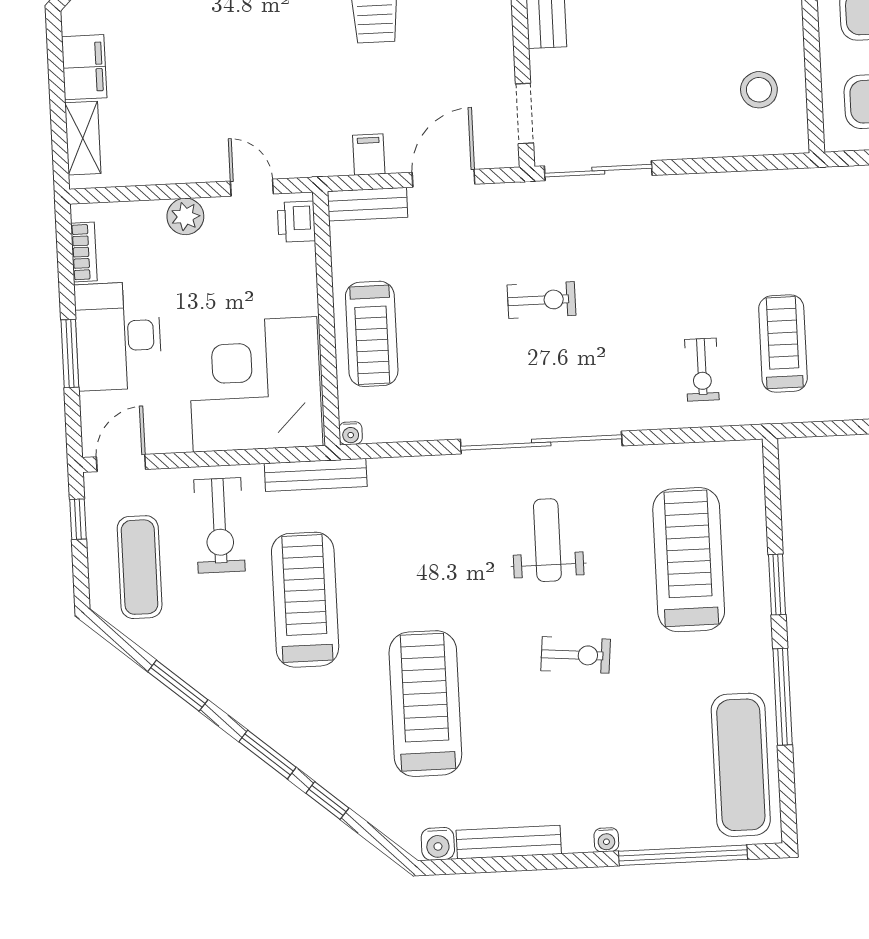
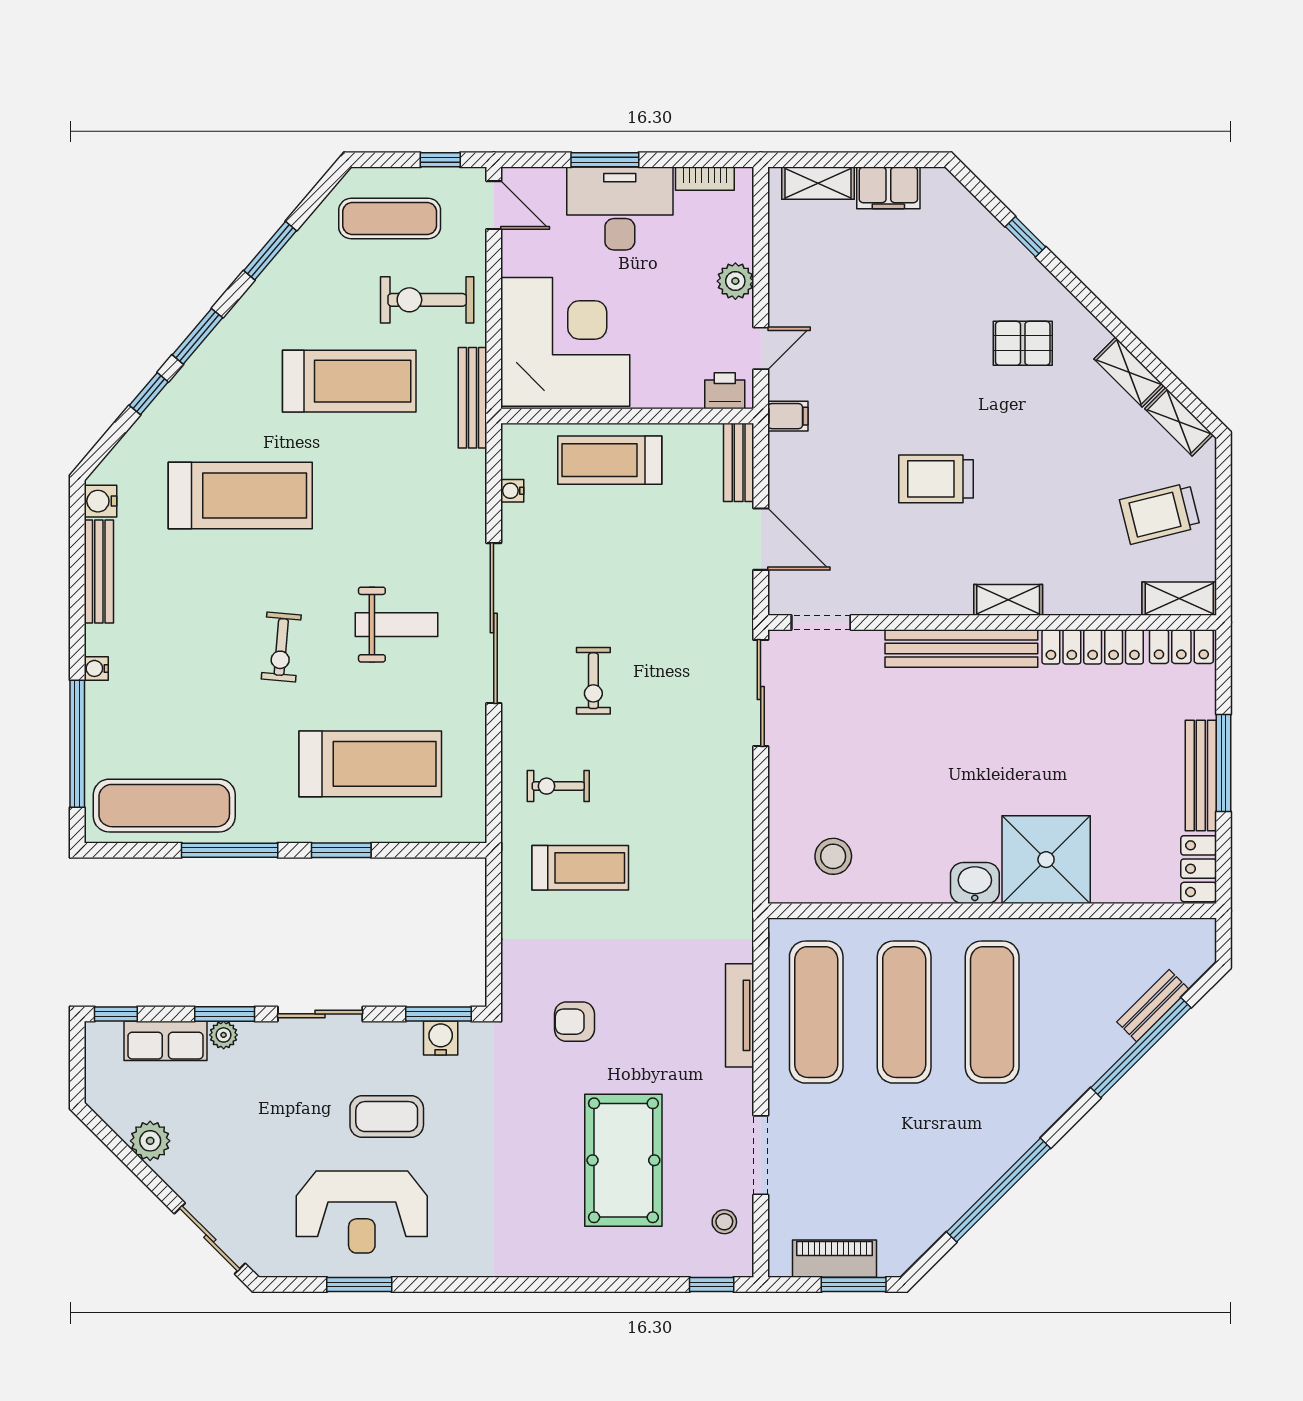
filing cabinet: (369, 154) -> (788, 416), moved
exercise bike: (542, 300) -> (593, 681), moved
water cooler: (351, 433) -> (512, 491), moved

